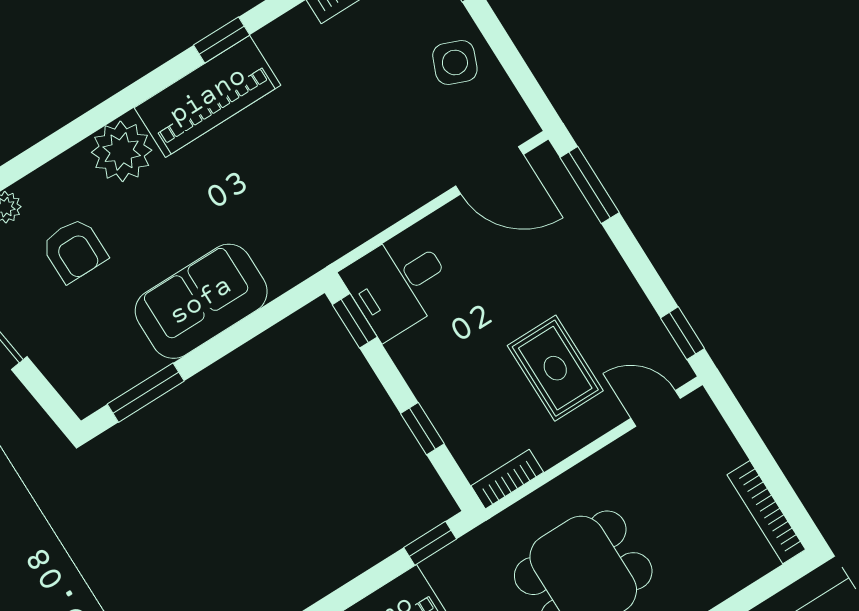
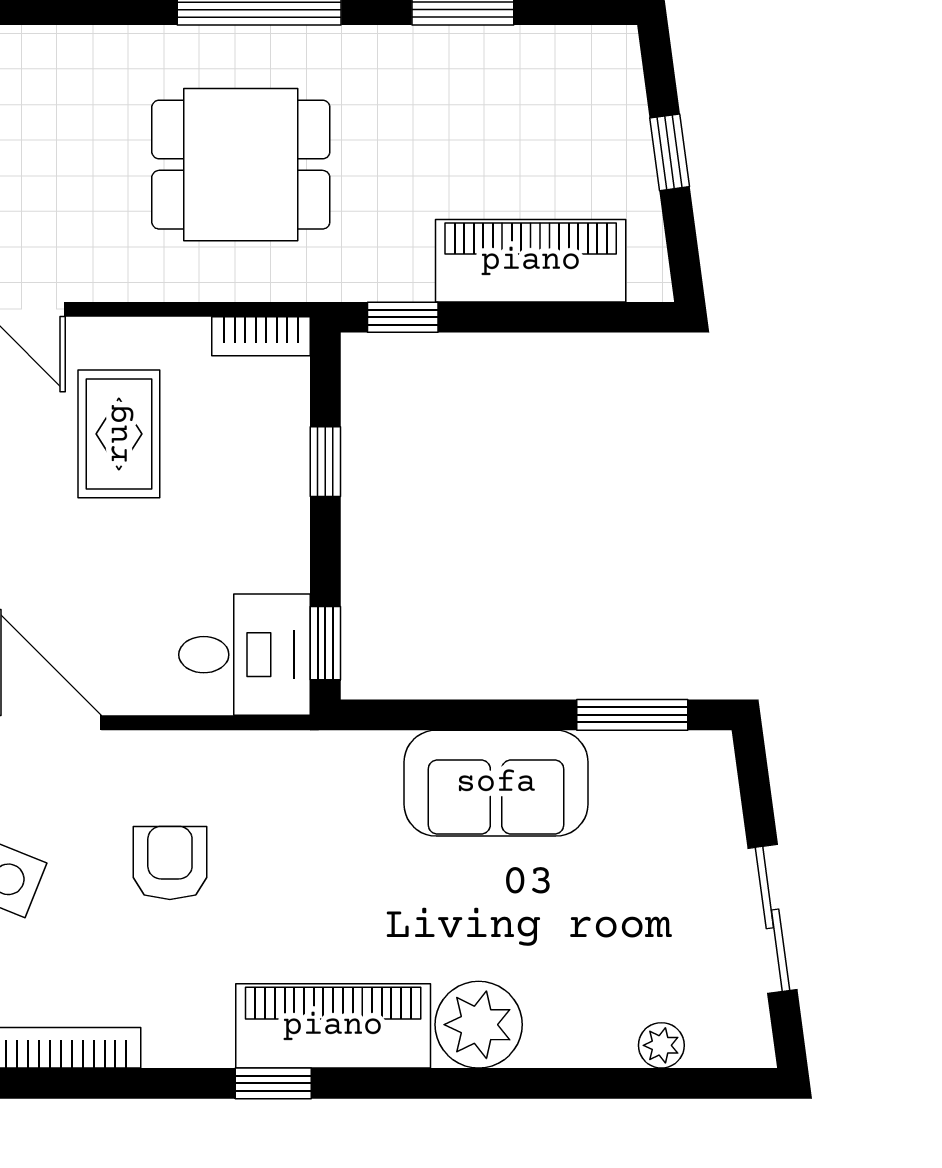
armchair: (74, 250) -> (170, 863), moved

